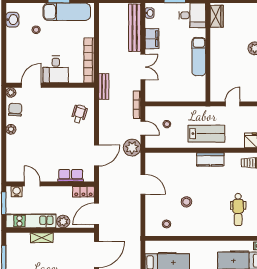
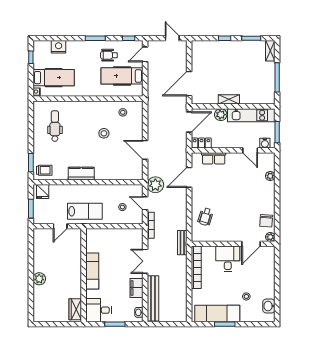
plant: (11, 129) -> (270, 176), moved
lab bench: (206, 134) -> (85, 211), moved, turned 180
shelving: (42, 238) -> (229, 99), moved

